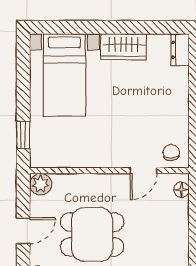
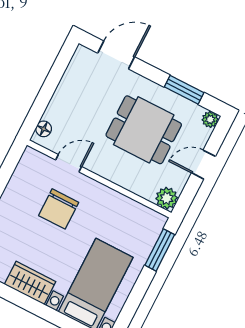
window: (23, 135) -> (160, 250), width x1.50
chair: (171, 153) -> (59, 209), moved, width x1.87, depth x1.87

